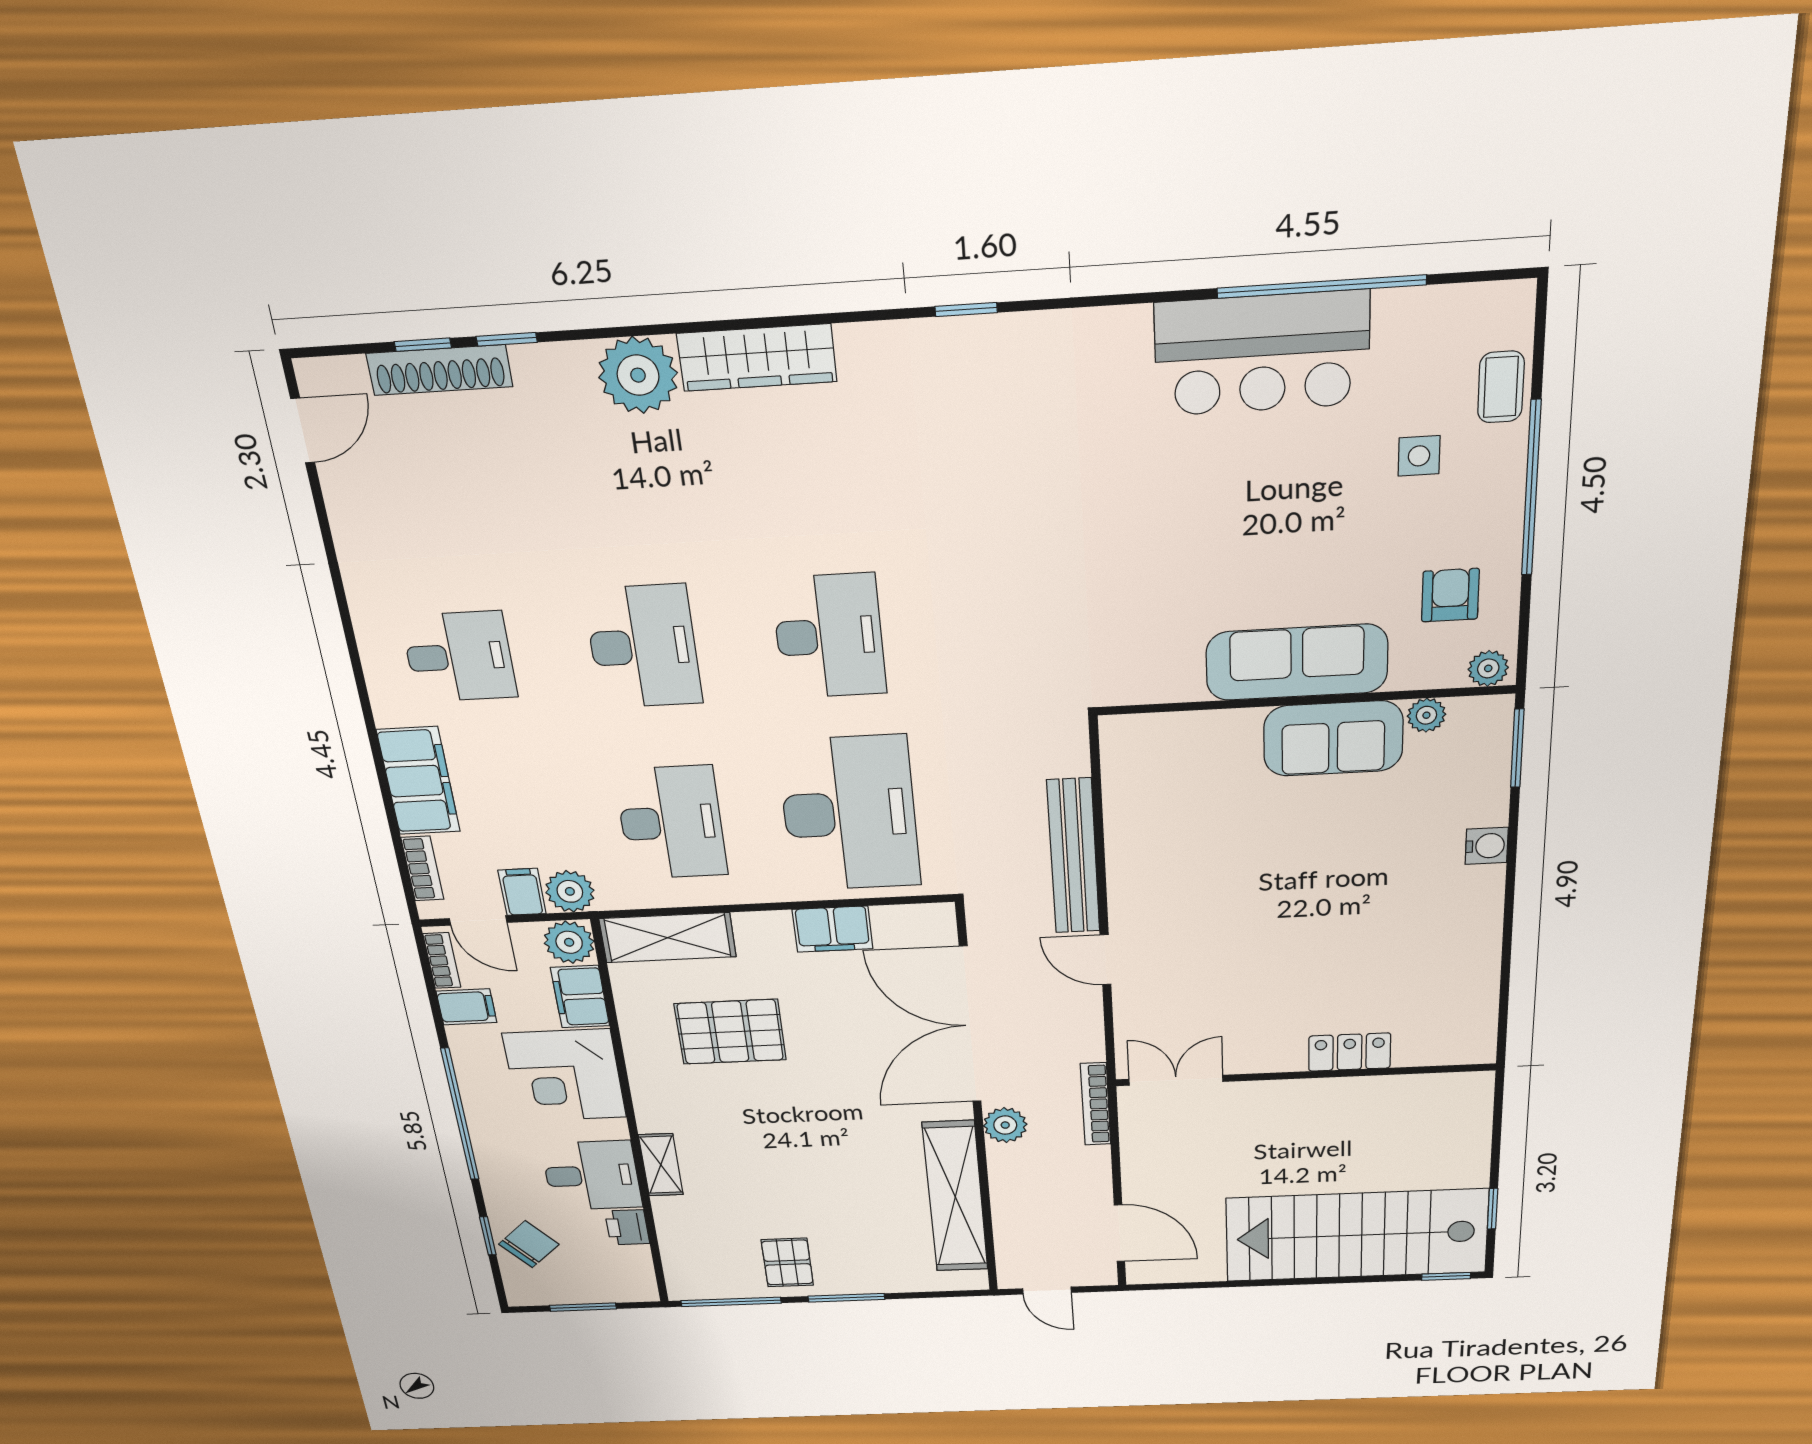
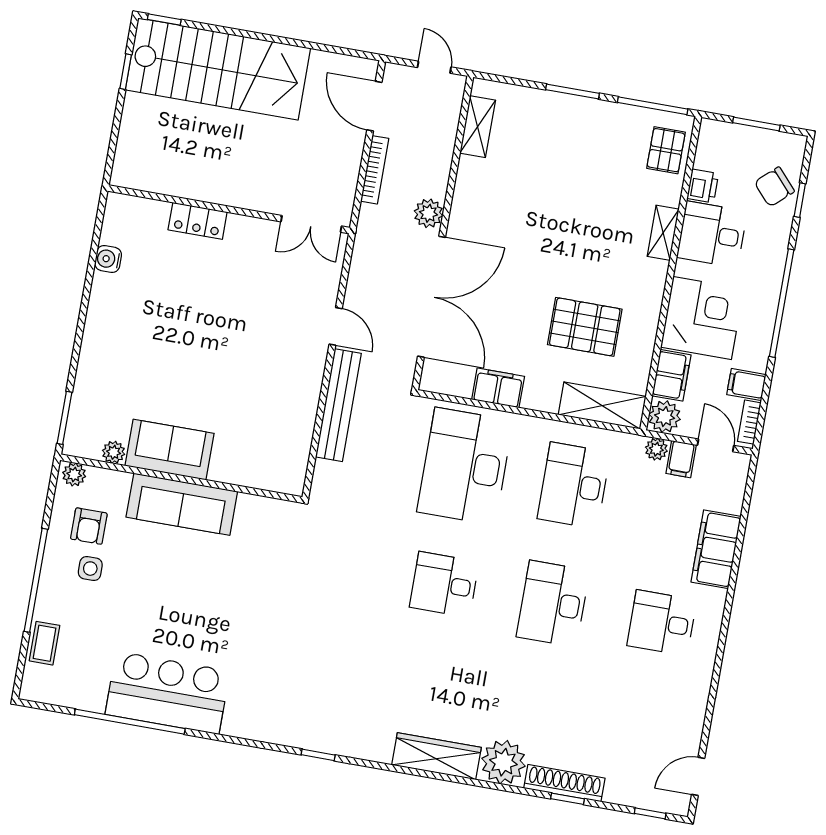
window: (423, 345) -> (650, 813), moved
shoe rack: (439, 370) -> (564, 783), moved
side table: (1419, 456) -> (90, 569), moved
desk: (829, 636) -> (444, 584), width x0.73
water cooler: (1487, 846) -> (108, 259), moved
bookcase: (422, 868) -> (736, 490), removed
plant: (570, 891) -> (656, 449), width x0.73, depth x0.73
bookcase: (1096, 1104) -> (375, 170), moved
shelving: (955, 1197) -> (478, 127), width x0.45, depth x0.75
pallet: (787, 1262) -> (666, 150), moved

